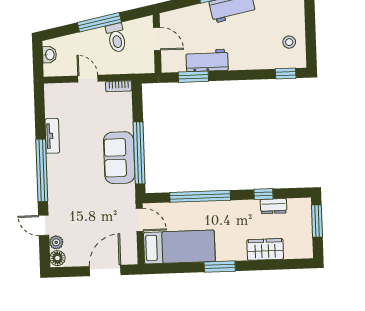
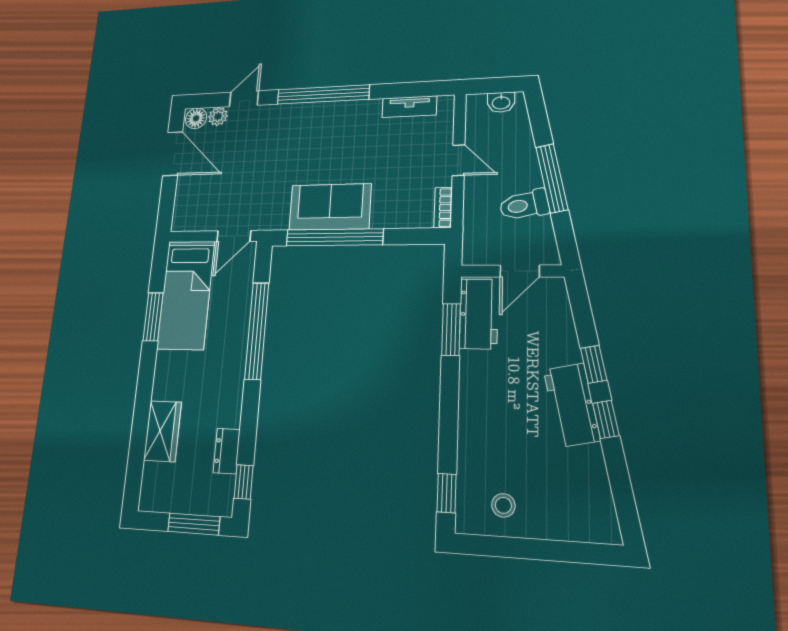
workbench: (207, 60) -> (479, 314), moved
door: (88, 79) -> (459, 160), hinge flipped
tv unit: (52, 136) -> (409, 107), moved
window: (264, 194) -> (244, 482), moved
window: (220, 267) -> (153, 317), moved
door: (105, 271) -> (173, 154), moved

